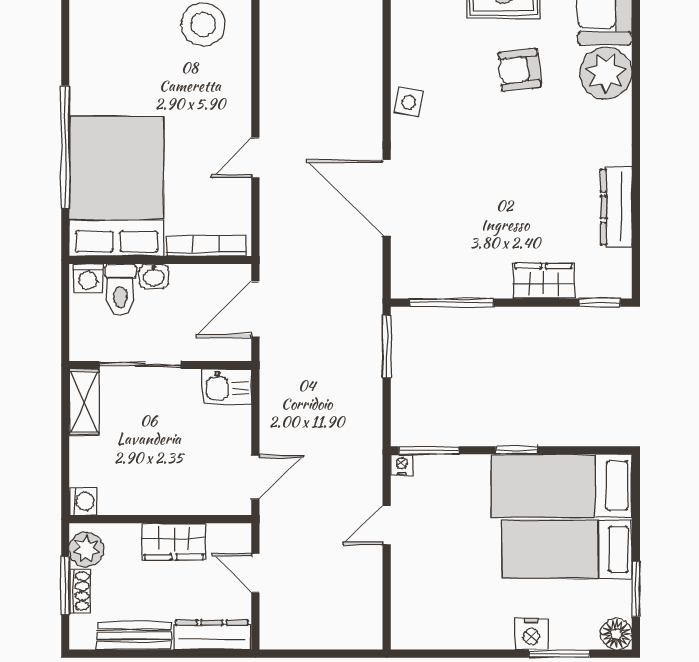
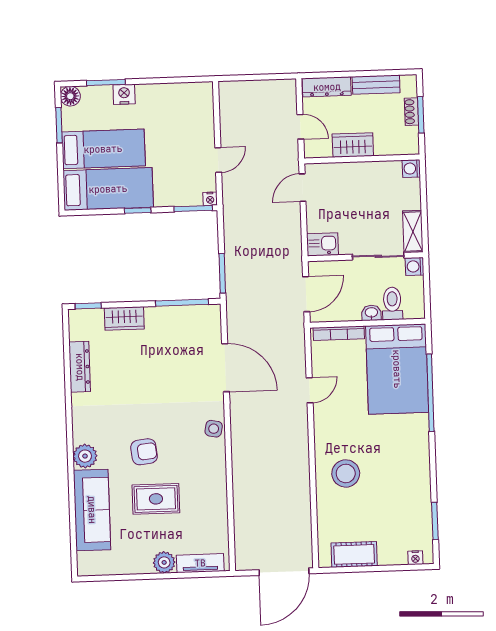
plant: (606, 73) -> (85, 456), width x0.73, depth x0.73
washing machine: (88, 278) -> (415, 266), moved, turned -90
plant: (86, 549) -> (408, 138), removed

